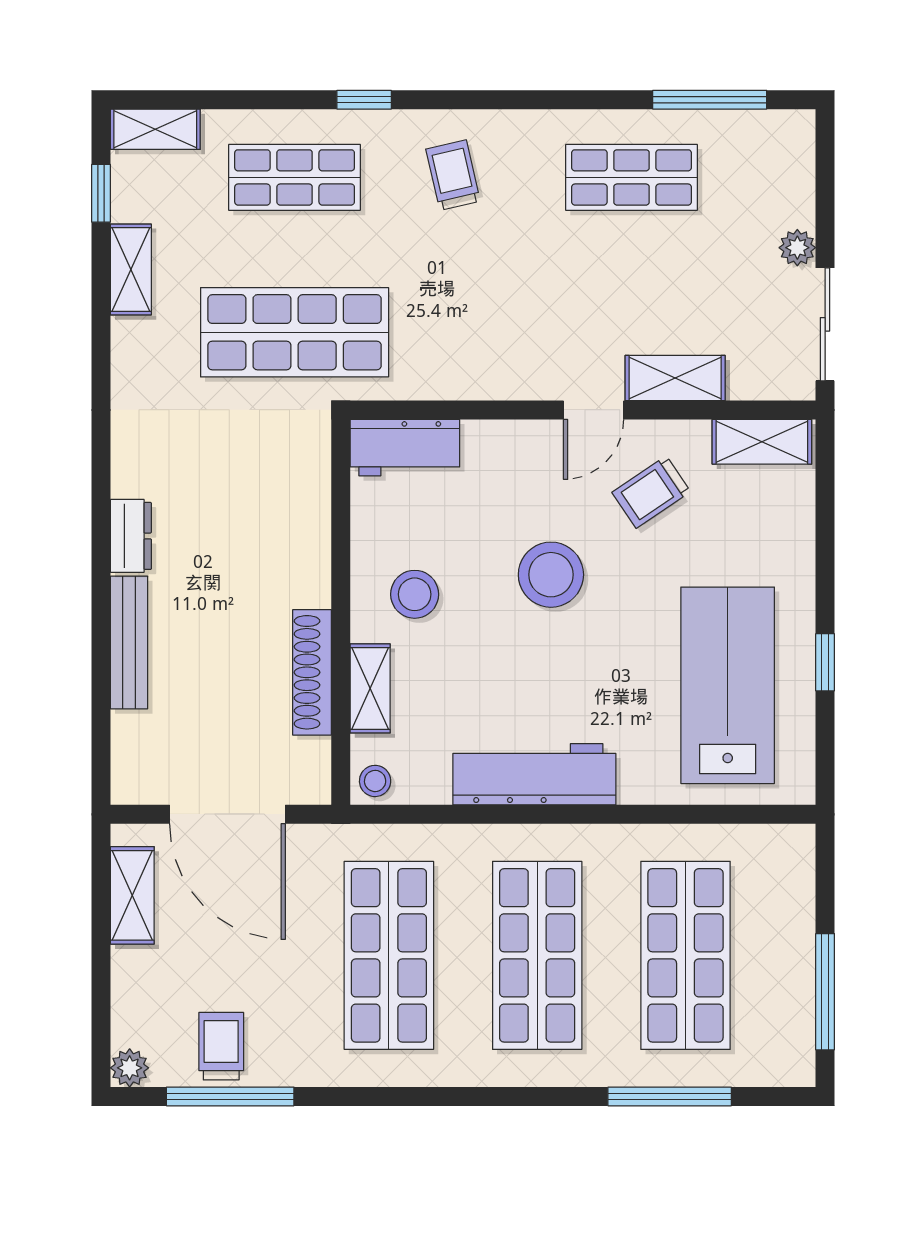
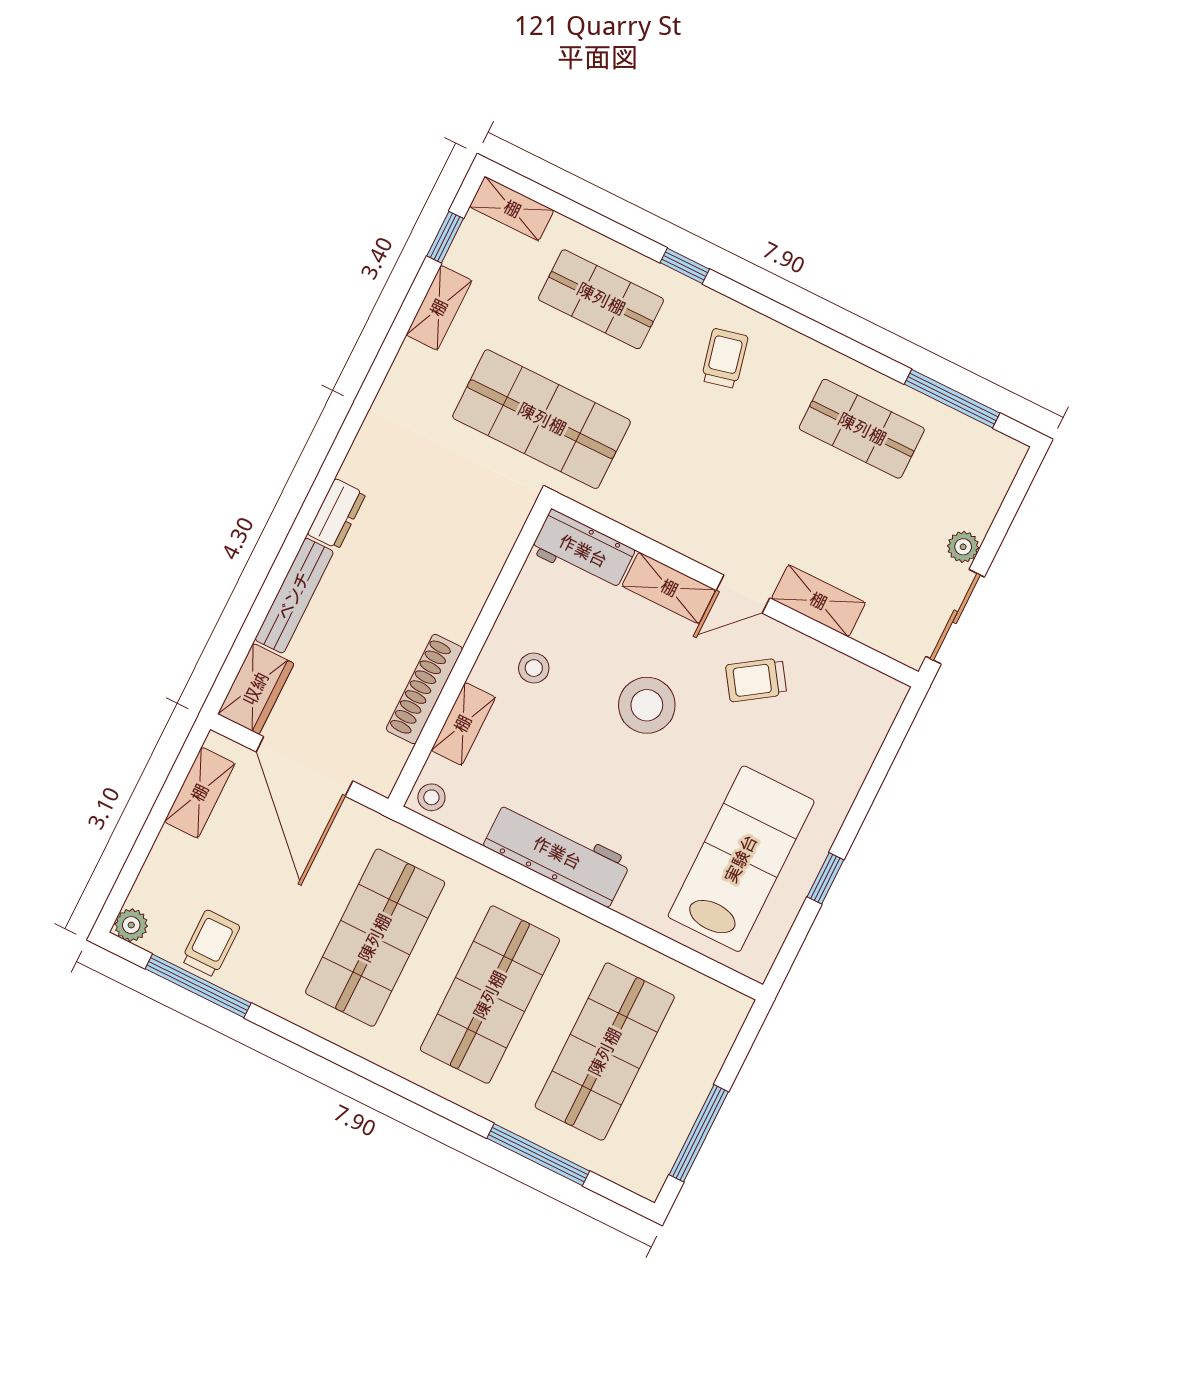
shelving: (762, 442) -> (669, 588), moved
stool: (415, 594) -> (534, 668), width x0.73, depth x0.73
wardrobe: (137, 759) -> (256, 689), added

